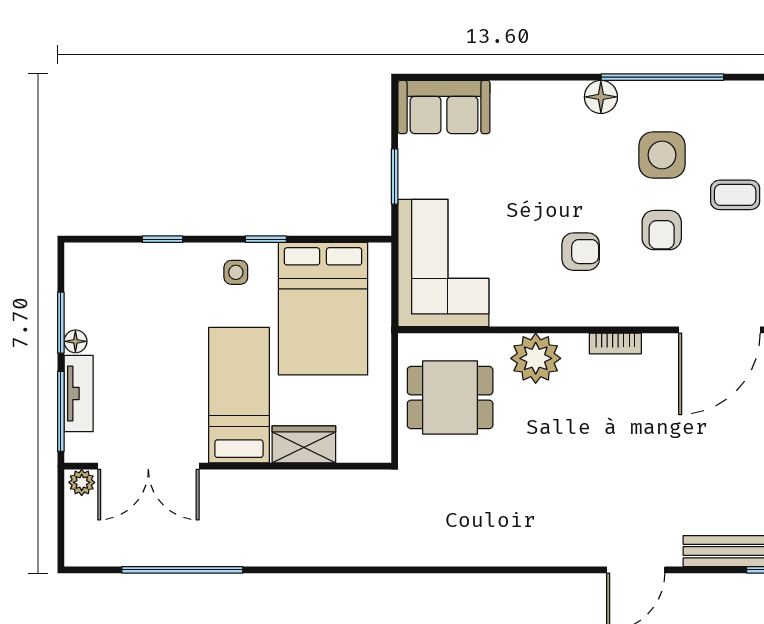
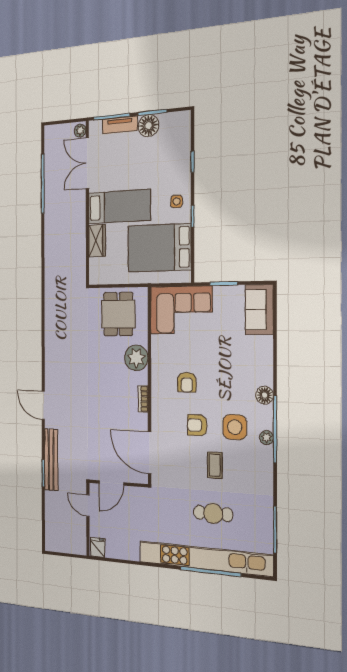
plant: (679, 93) -> (267, 438), added
floor lamp: (75, 341) -> (148, 126), width x1.89, depth x1.89

